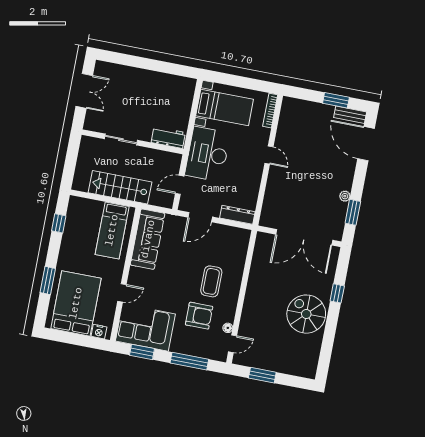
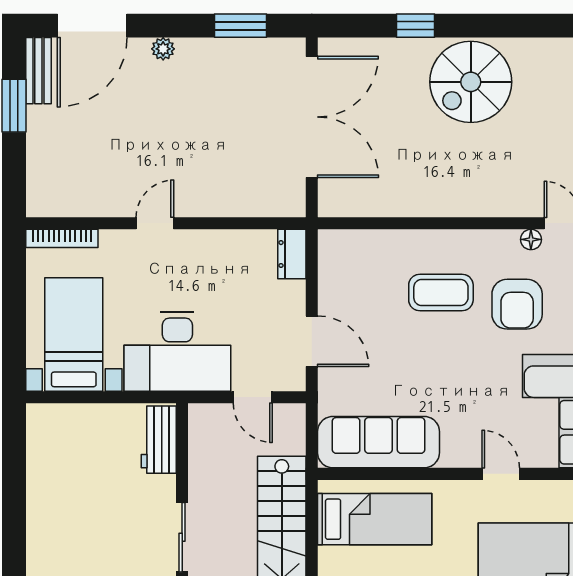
plant: (345, 196) -> (163, 49), moved
dresser: (237, 215) -> (292, 254), width x0.70
armchair: (199, 316) -> (517, 304), turned 180

